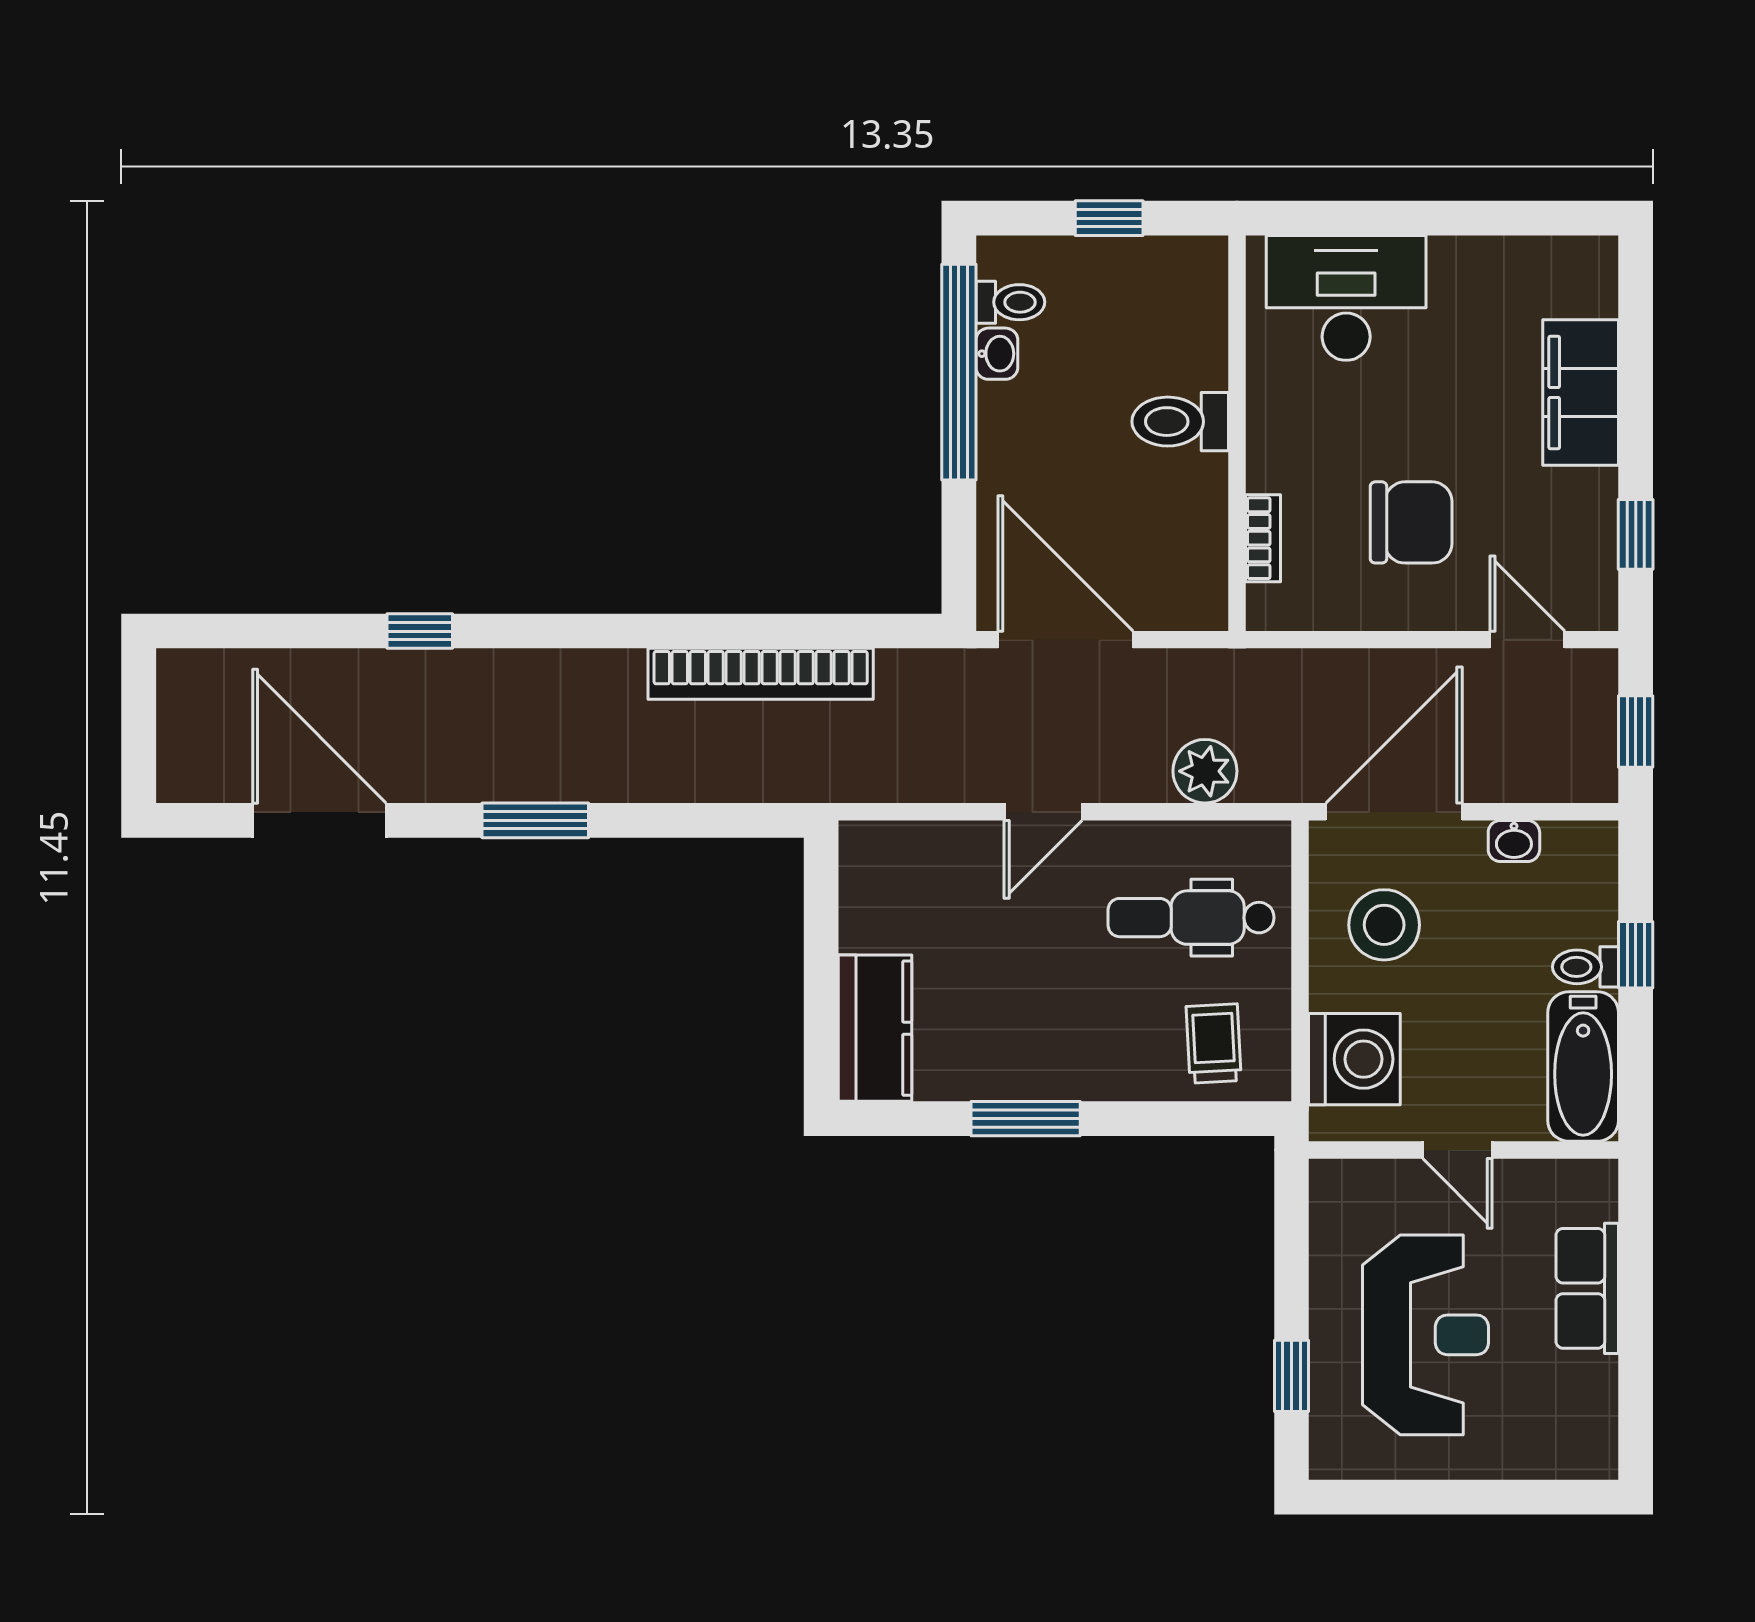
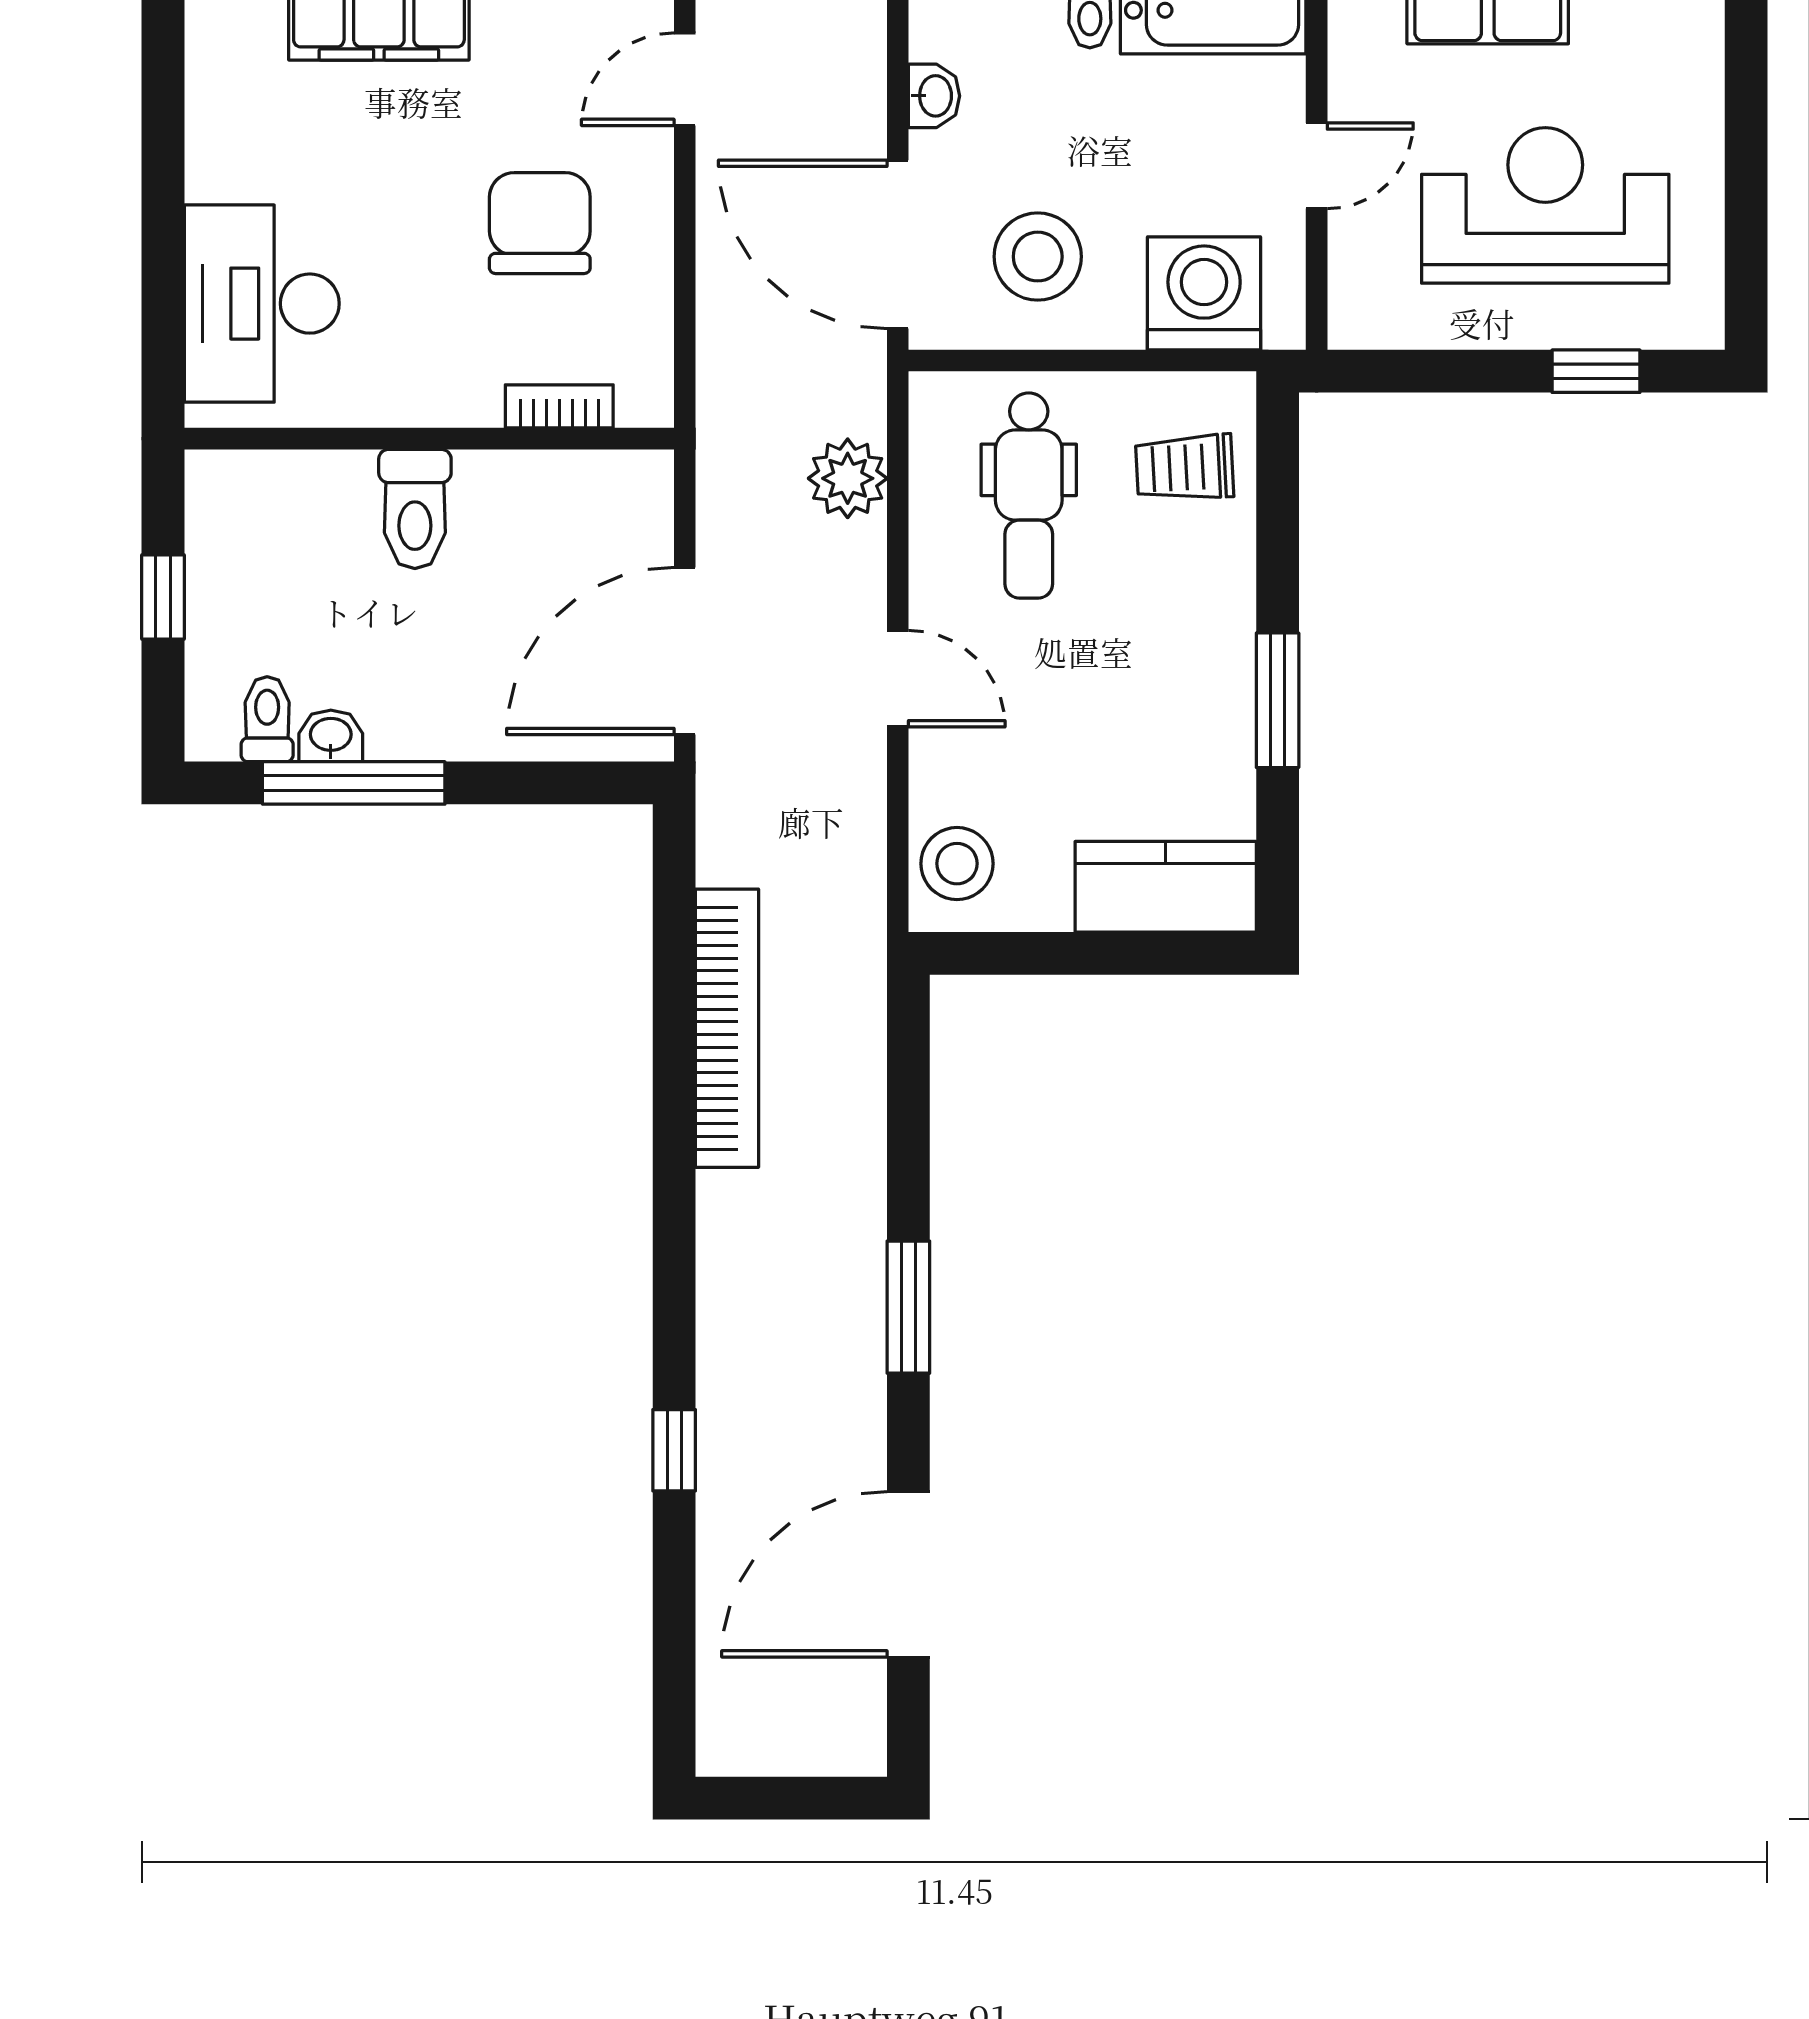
window: (959, 372) -> (354, 783), width x0.68
stool: (894, 860) -> (957, 864), added

